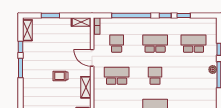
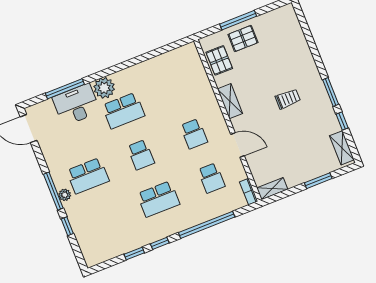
school desk: (193, 44) -> (88, 176), moved
trolley: (60, 76) -> (288, 99), moved
school desk: (117, 76) -> (194, 134), width x0.54

